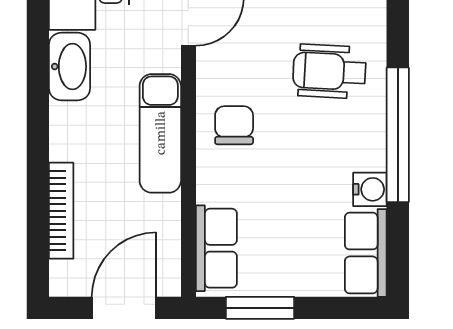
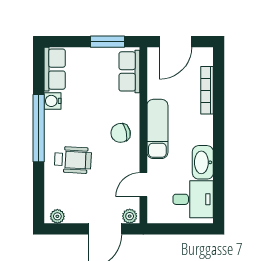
chair: (234, 125) -> (121, 133), turned 77

